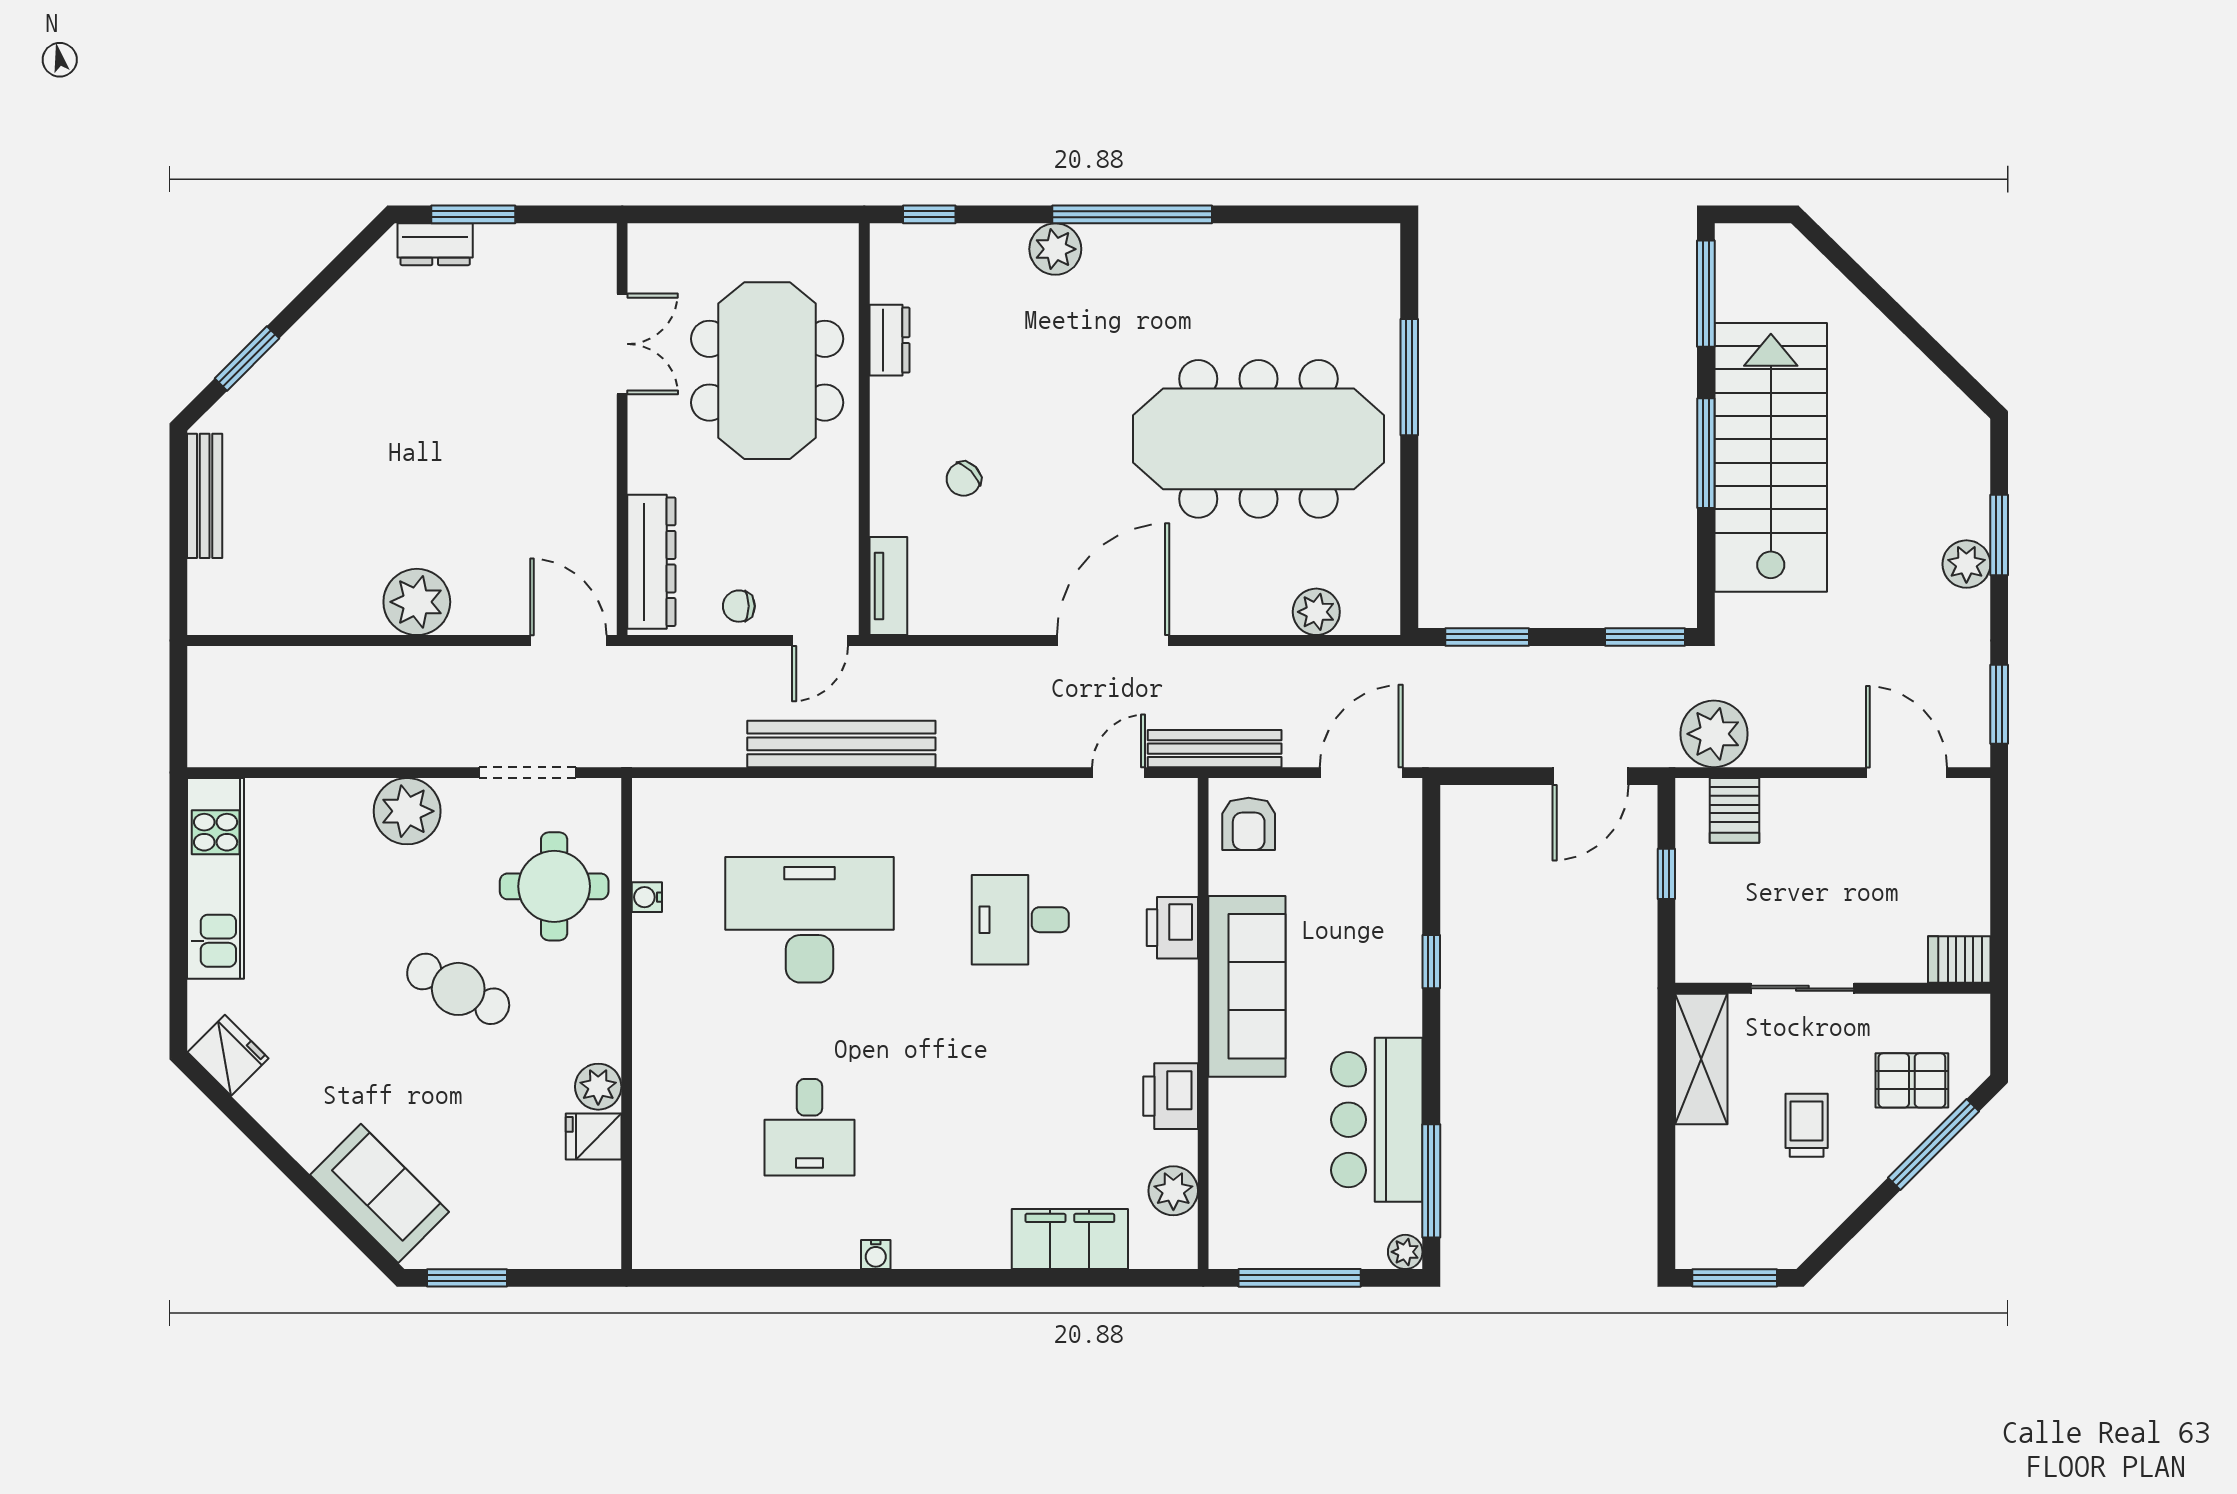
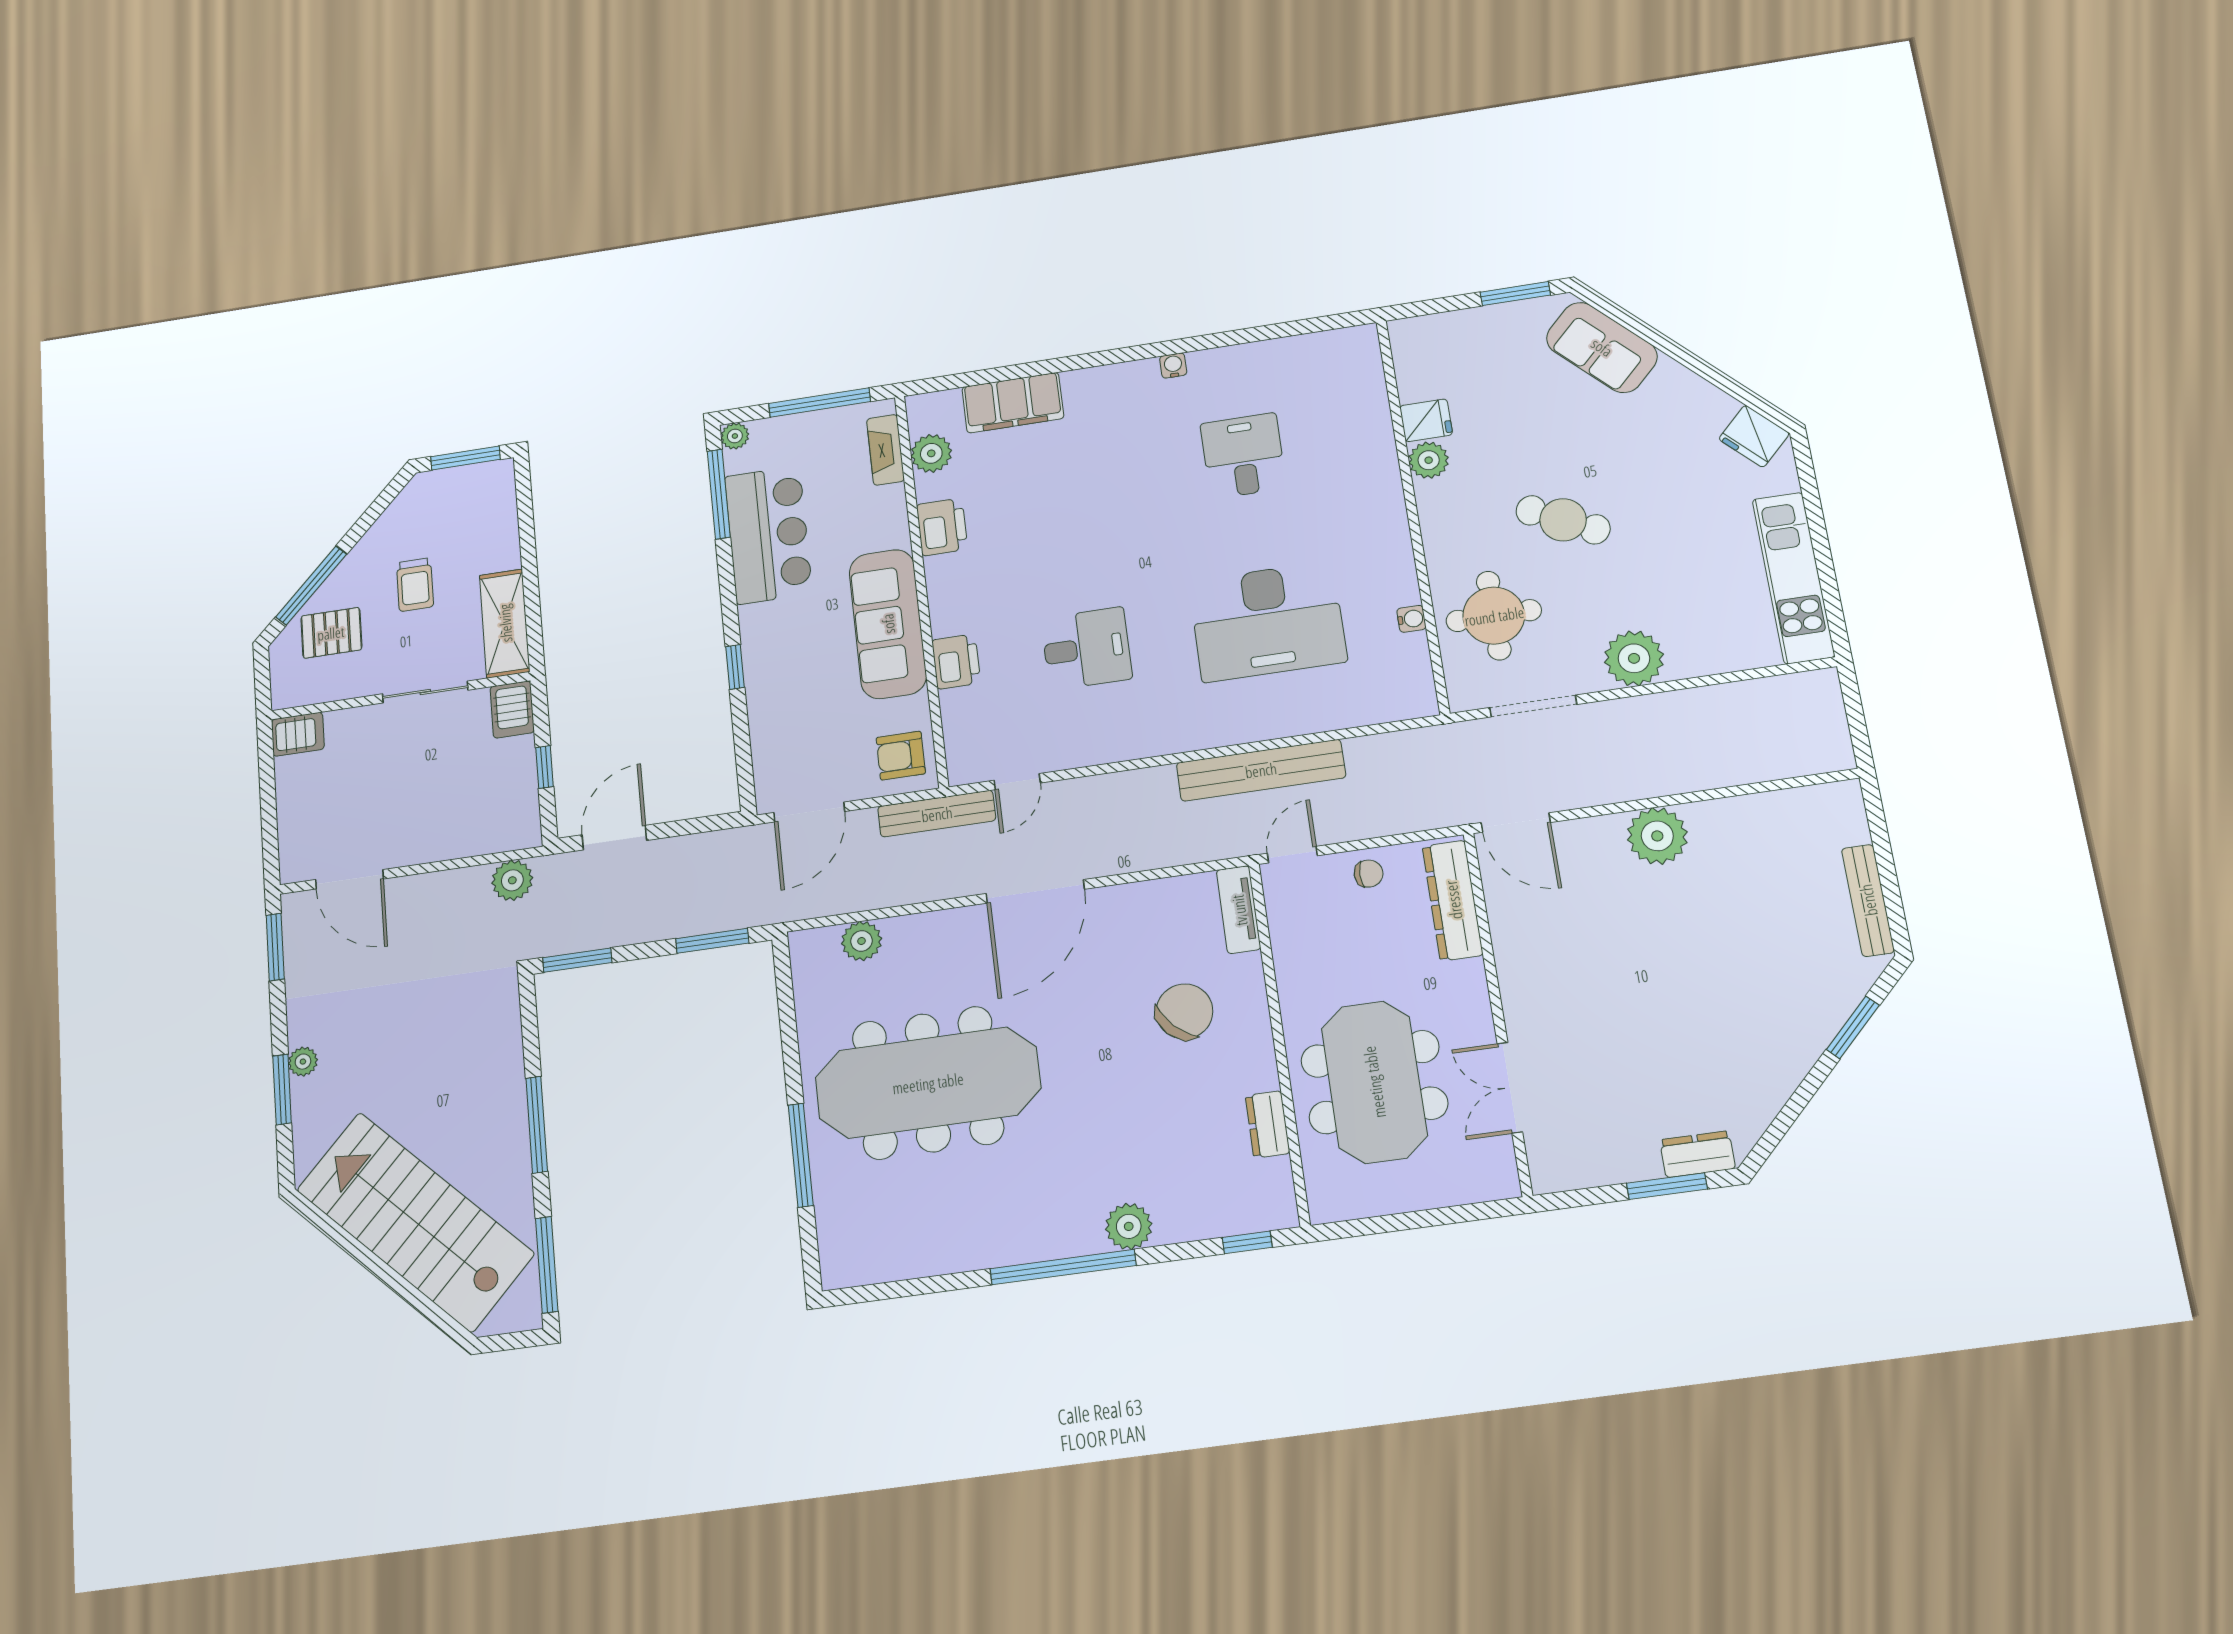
stairs: (1771, 457) -> (415, 1222), moved, turned 134
chair: (964, 479) -> (1184, 1011), width x1.87, depth x1.87
plant: (1966, 564) -> (303, 1062), width x0.73, depth x0.73
plant: (1714, 734) -> (512, 880), width x0.73, depth x0.73
server rack: (1734, 810) -> (512, 709), moved, turned 180
armchair: (1249, 824) -> (901, 756), turned -90
fireplace: (1227, 1204) -> (886, 450), added

